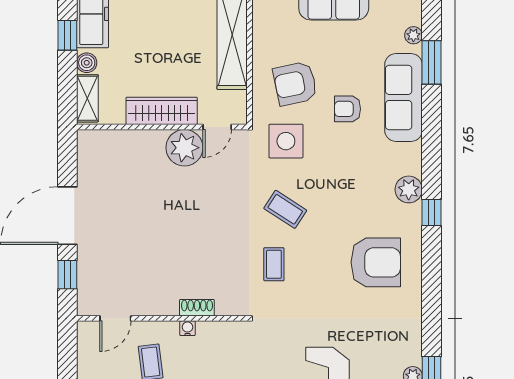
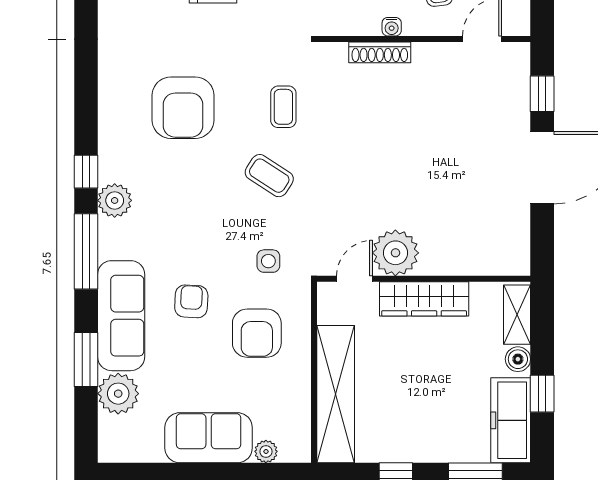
plant: (413, 35) -> (118, 394), width x1.88, depth x1.88
armchair: (295, 84) -> (257, 333), turned 102
armchair: (347, 109) -> (191, 301), turned -87
side table: (286, 141) -> (268, 261), width x0.54, depth x0.54
window: (432, 149) -> (86, 251), added
armchair: (376, 262) -> (183, 108), moved, turned -90
shoe rack: (197, 308) -> (380, 52), width x1.43

